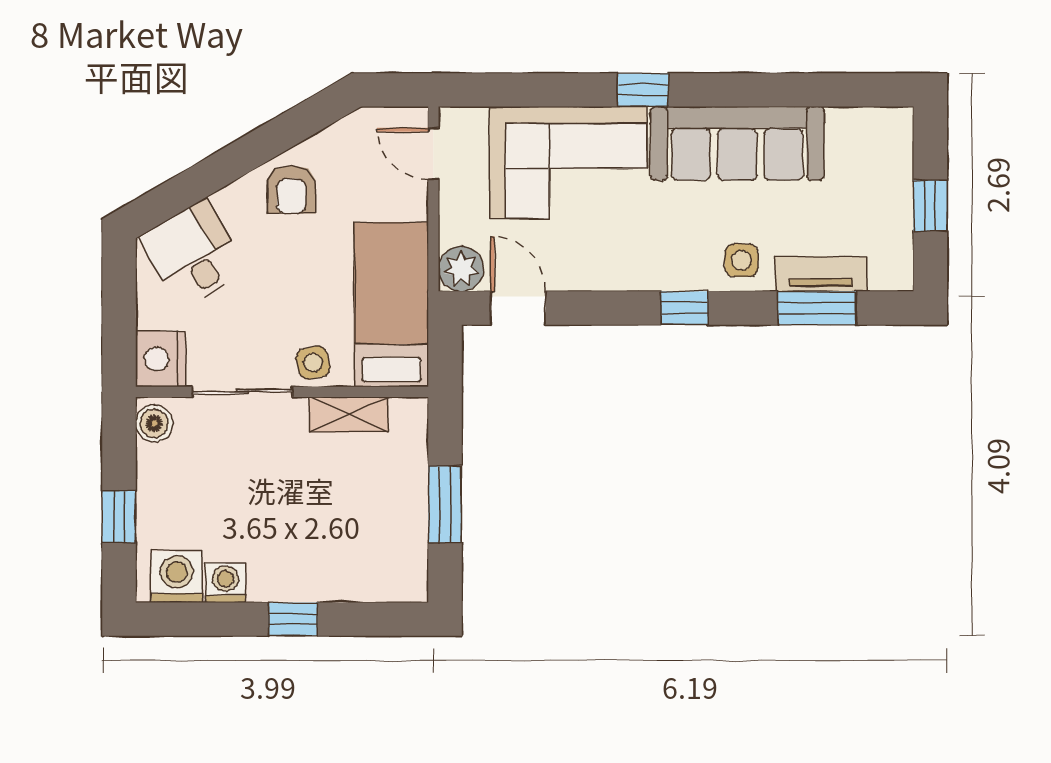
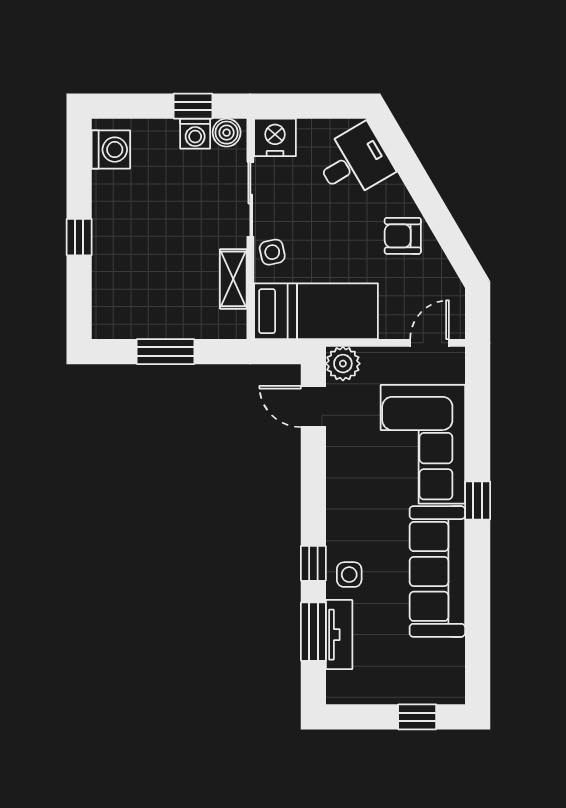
window: (930, 206) -> (417, 717), moved
door: (518, 308) -> (313, 407), swing flipped
window: (685, 308) -> (313, 563), moved
window: (119, 517) -> (193, 106), moved
washing machine: (225, 583) -> (195, 134), moved, turned 90

